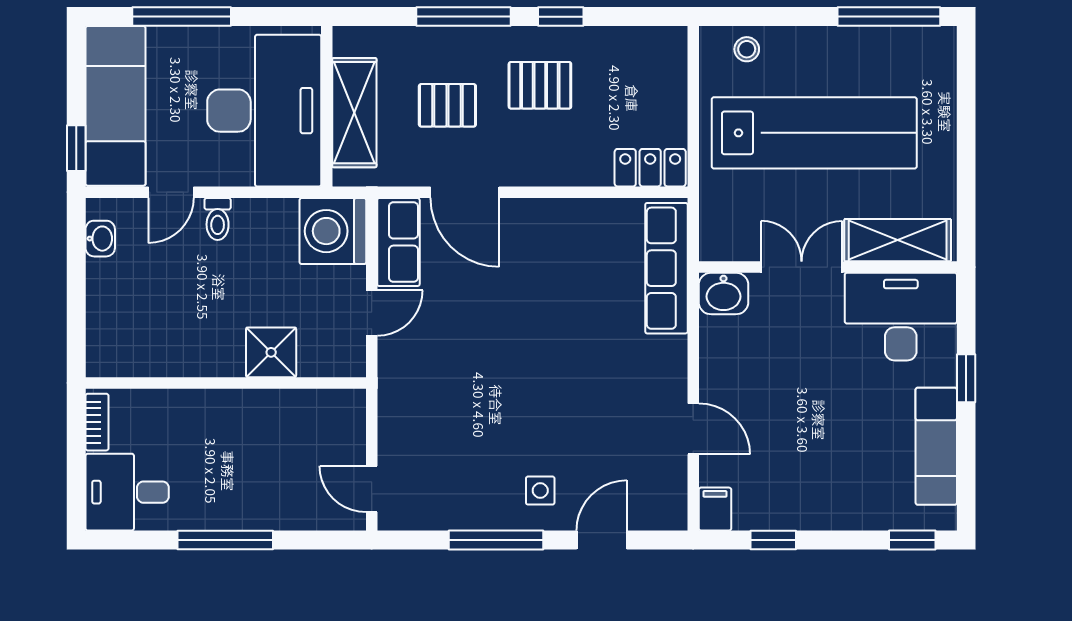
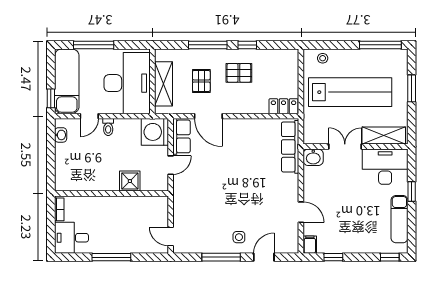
pallet: (447, 105) -> (201, 81), turned 90
window: (966, 124) -> (412, 88), added

